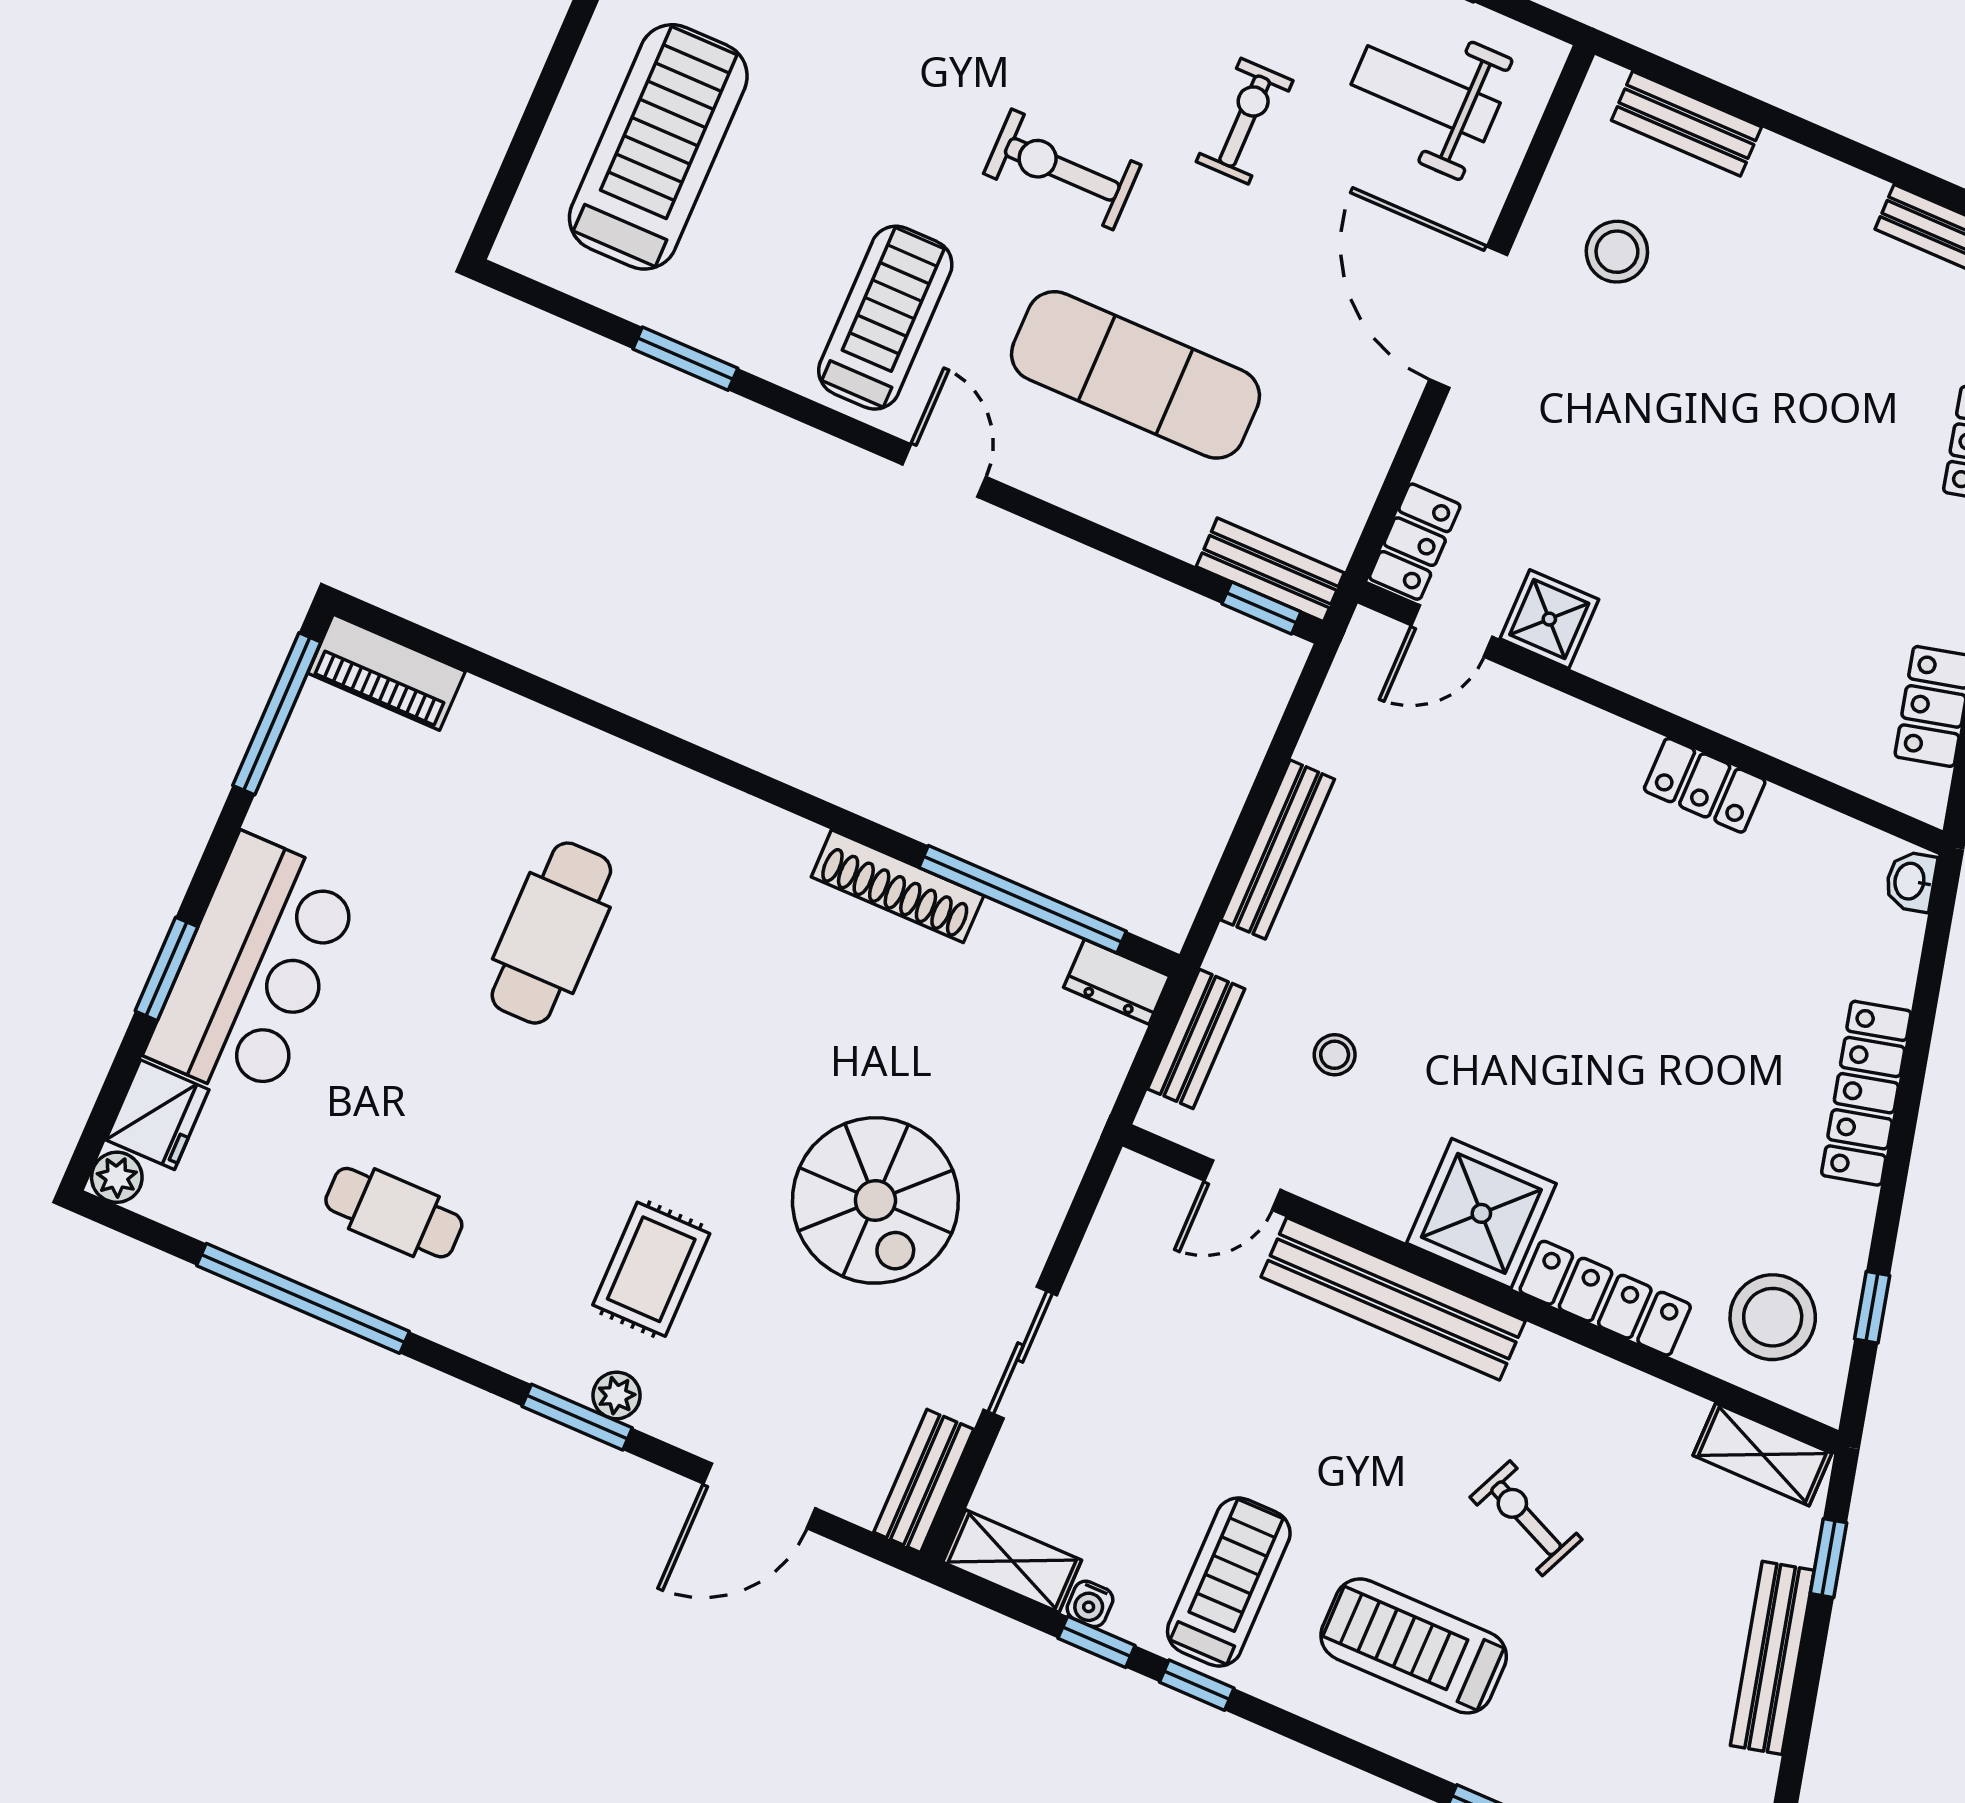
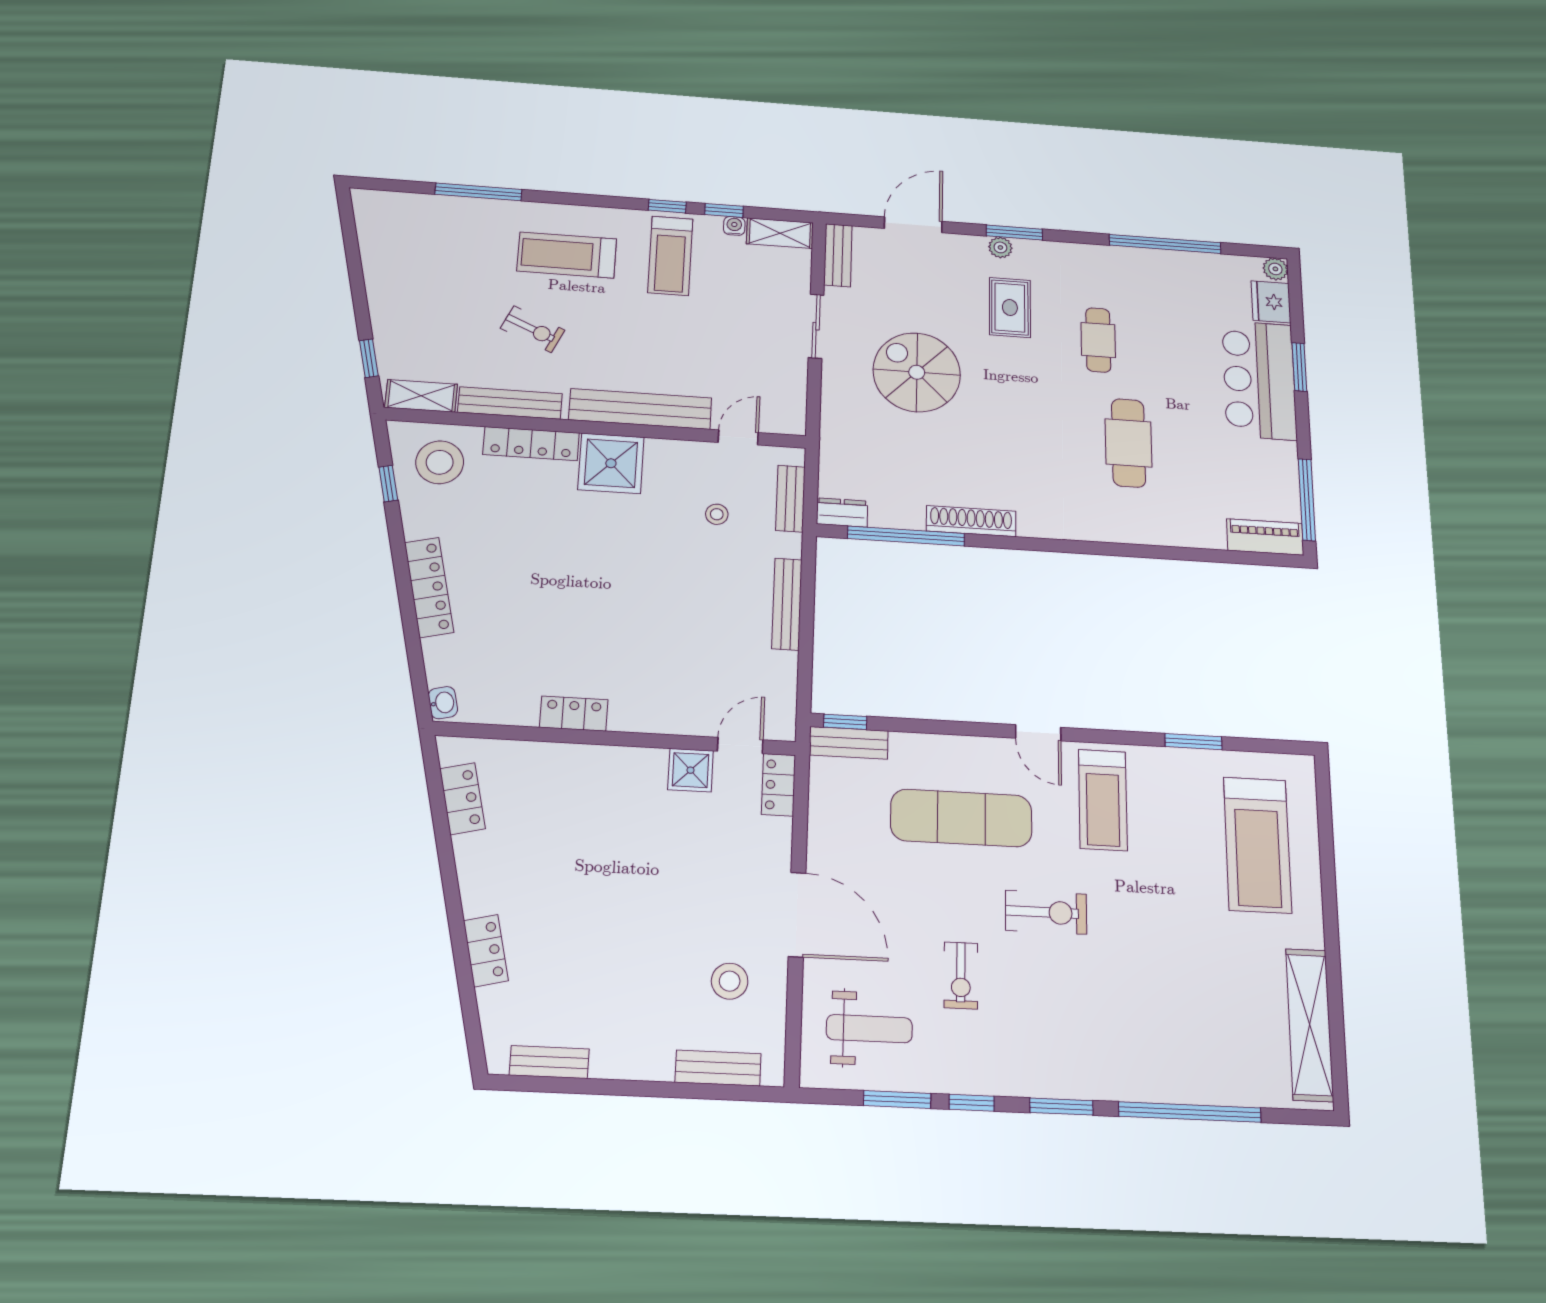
cafe table: (394, 1213) -> (1098, 340), moved, turned 90
treadmill: (1414, 1646) -> (567, 255), turned 180
bench: (1772, 1658) -> (510, 403), moved, turned -76

